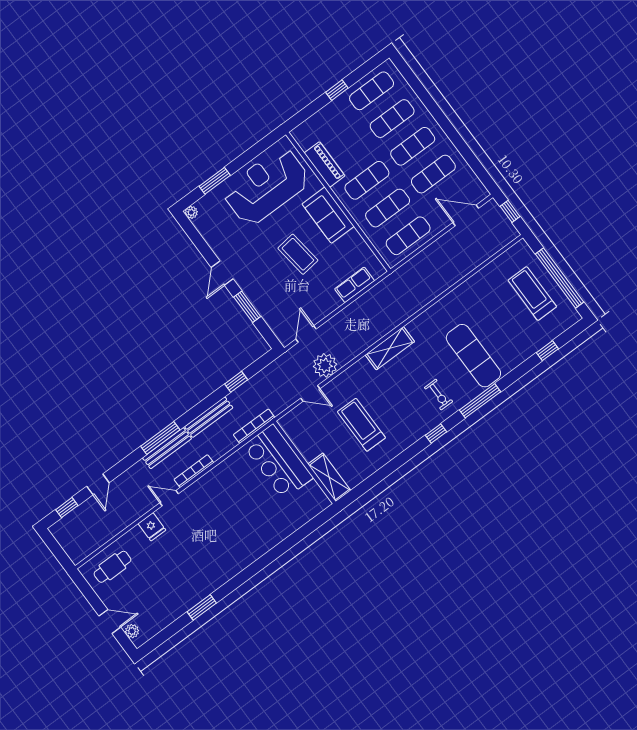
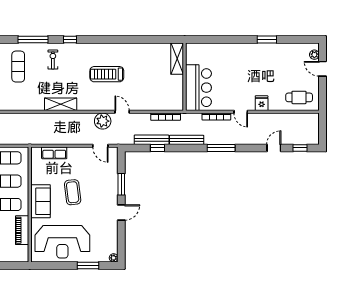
door: (306, 334) -> (100, 146), hinge flipped
exercise mat: (473, 356) -> (18, 67), width x0.73, depth x0.69
treadmill: (361, 425) -> (107, 74), turned 90
bench: (167, 448) -> (152, 140), moved
bar counter: (278, 462) -> (198, 88), moved
wall: (304, 462) -> (185, 77), moved
shelving: (329, 477) -> (177, 59), moved

